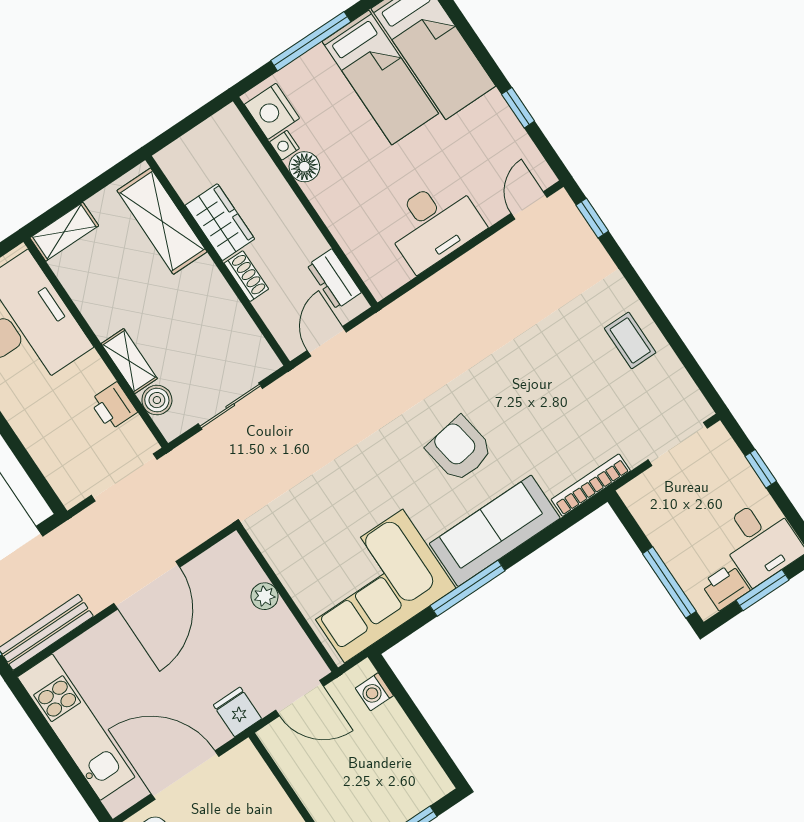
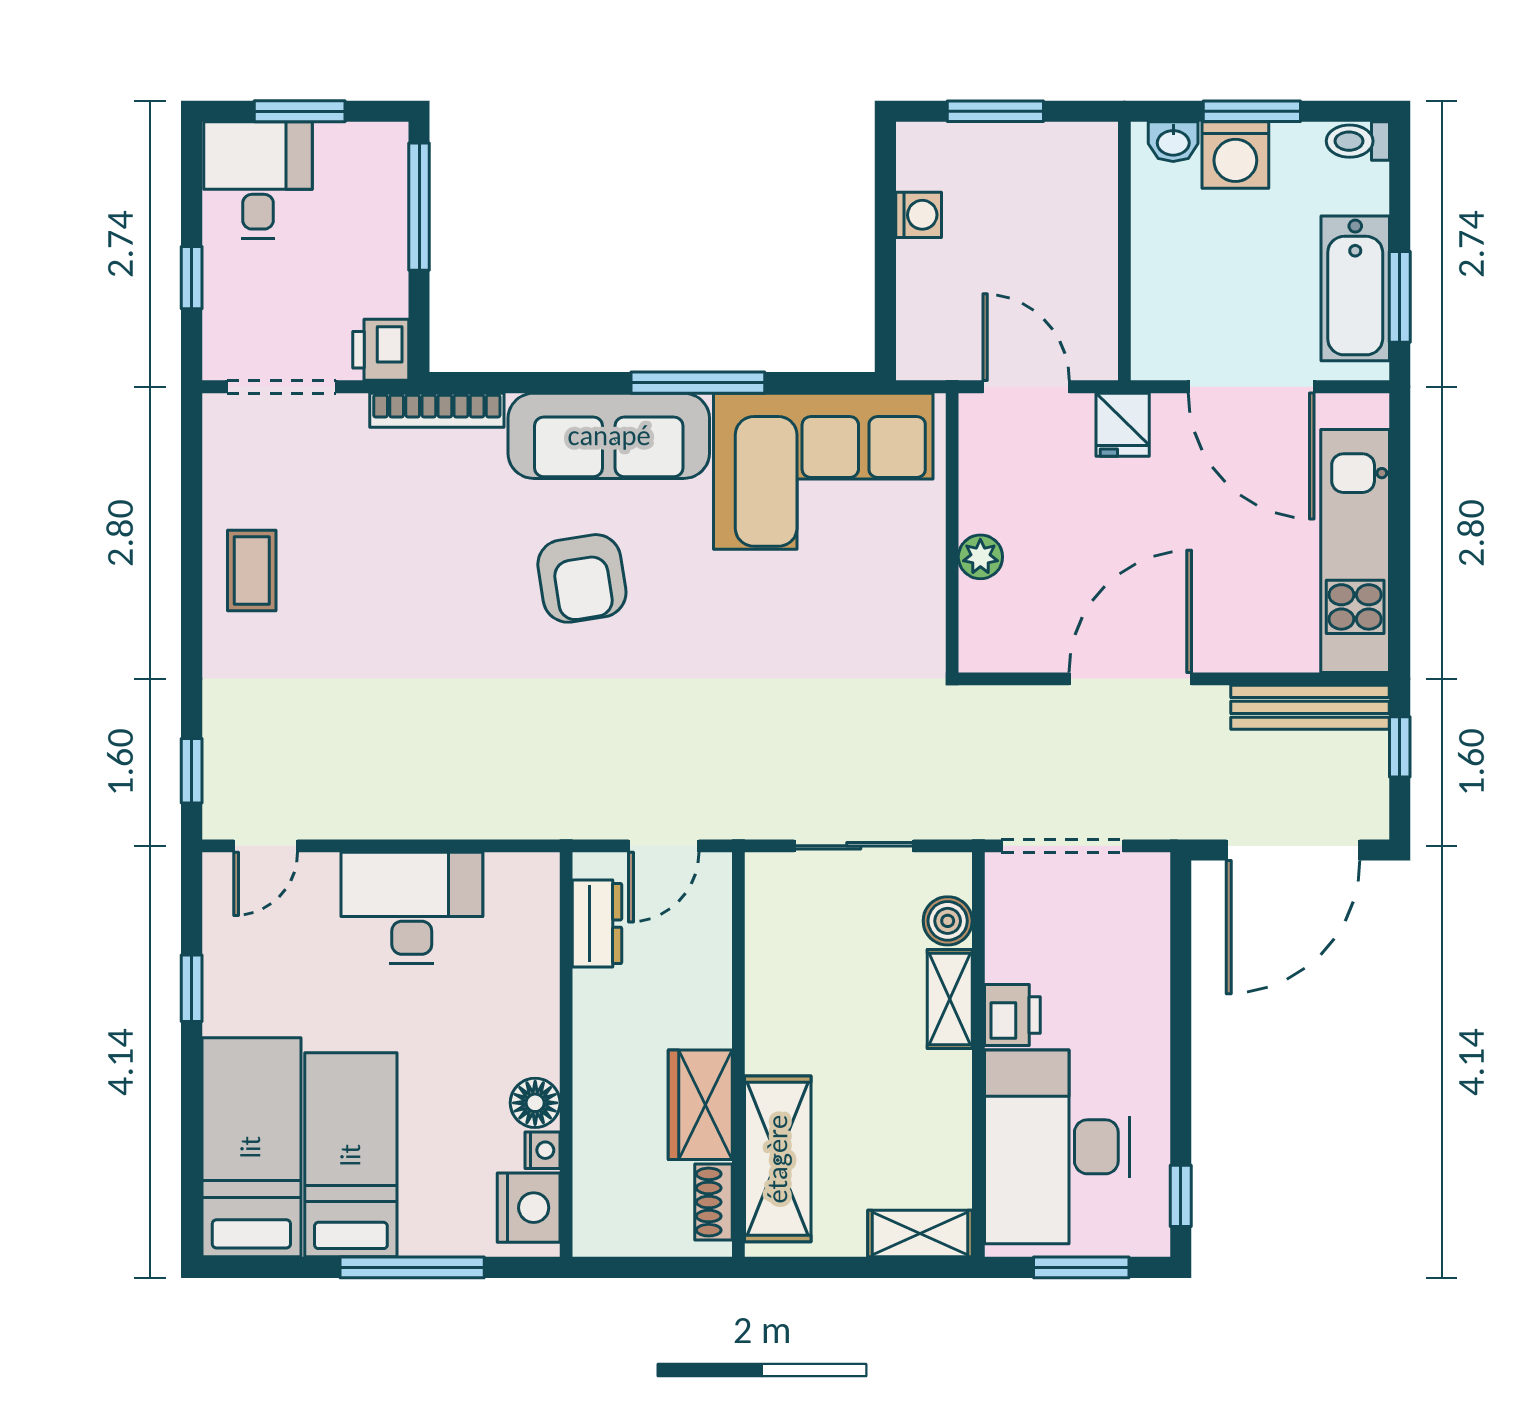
shoe rack: (246, 276) -> (713, 1202), moved
printer: (113, 406) -> (1012, 1015), moved
printer: (725, 587) -> (381, 350), moved, turned 90
washing machine: (374, 692) -> (919, 215), moved

